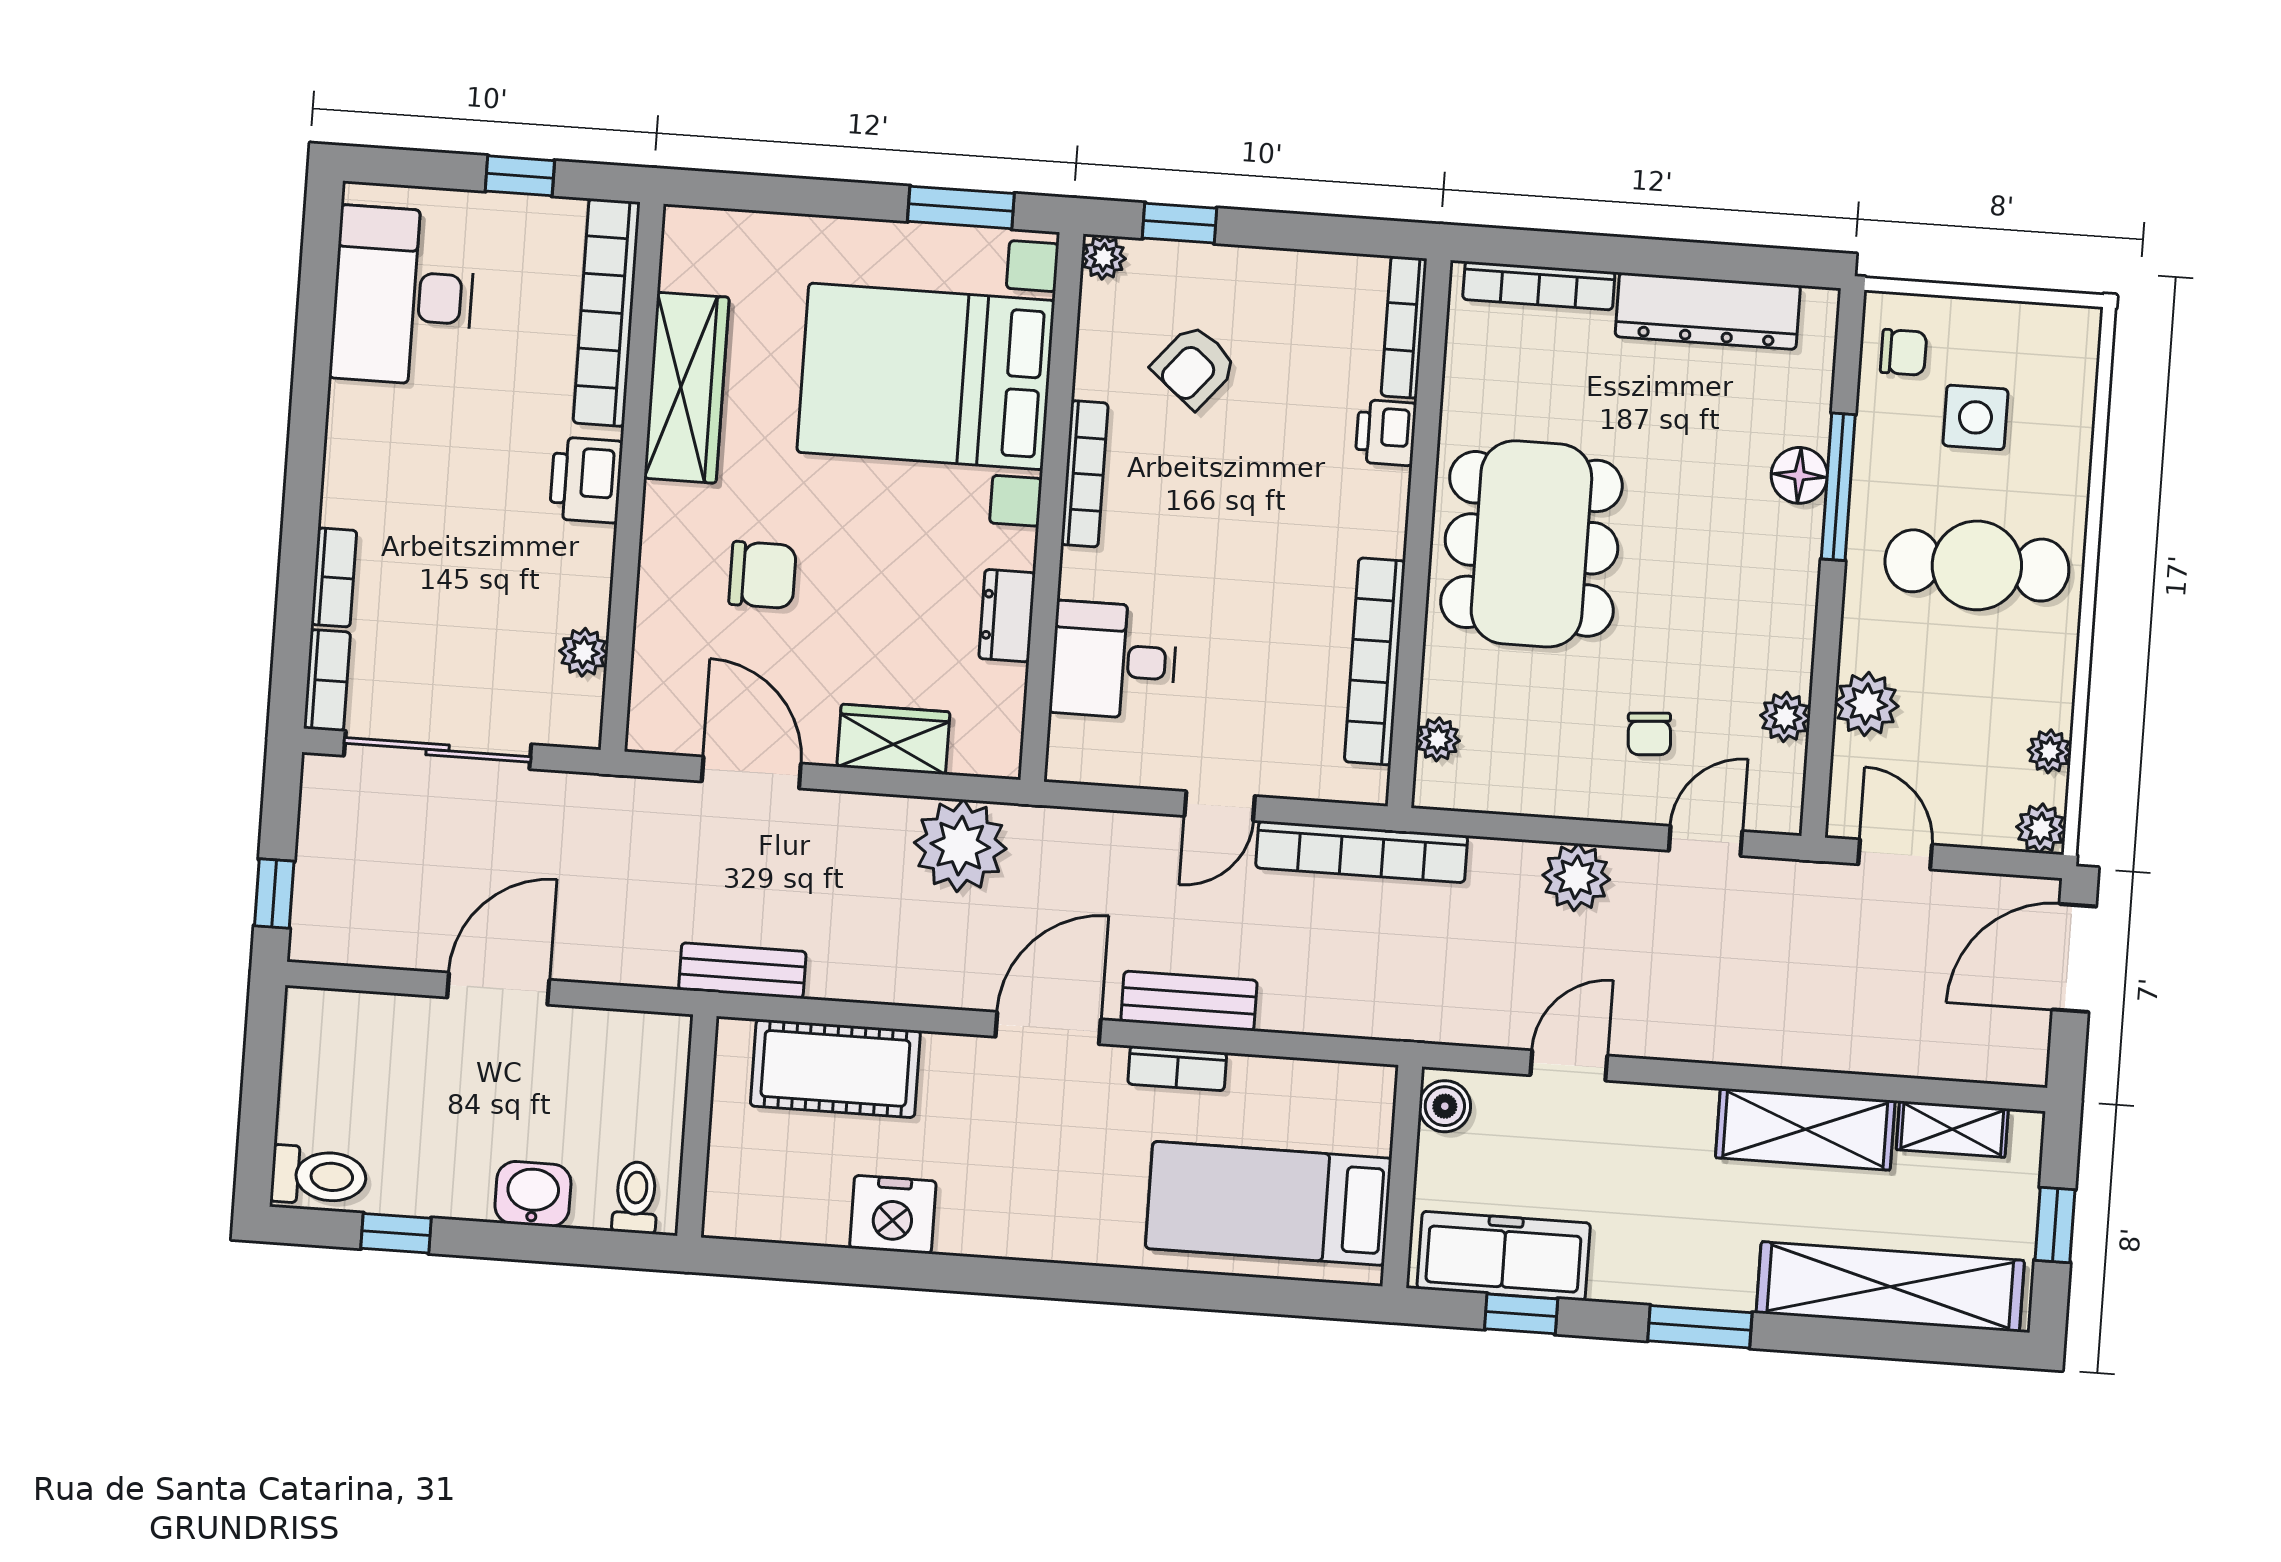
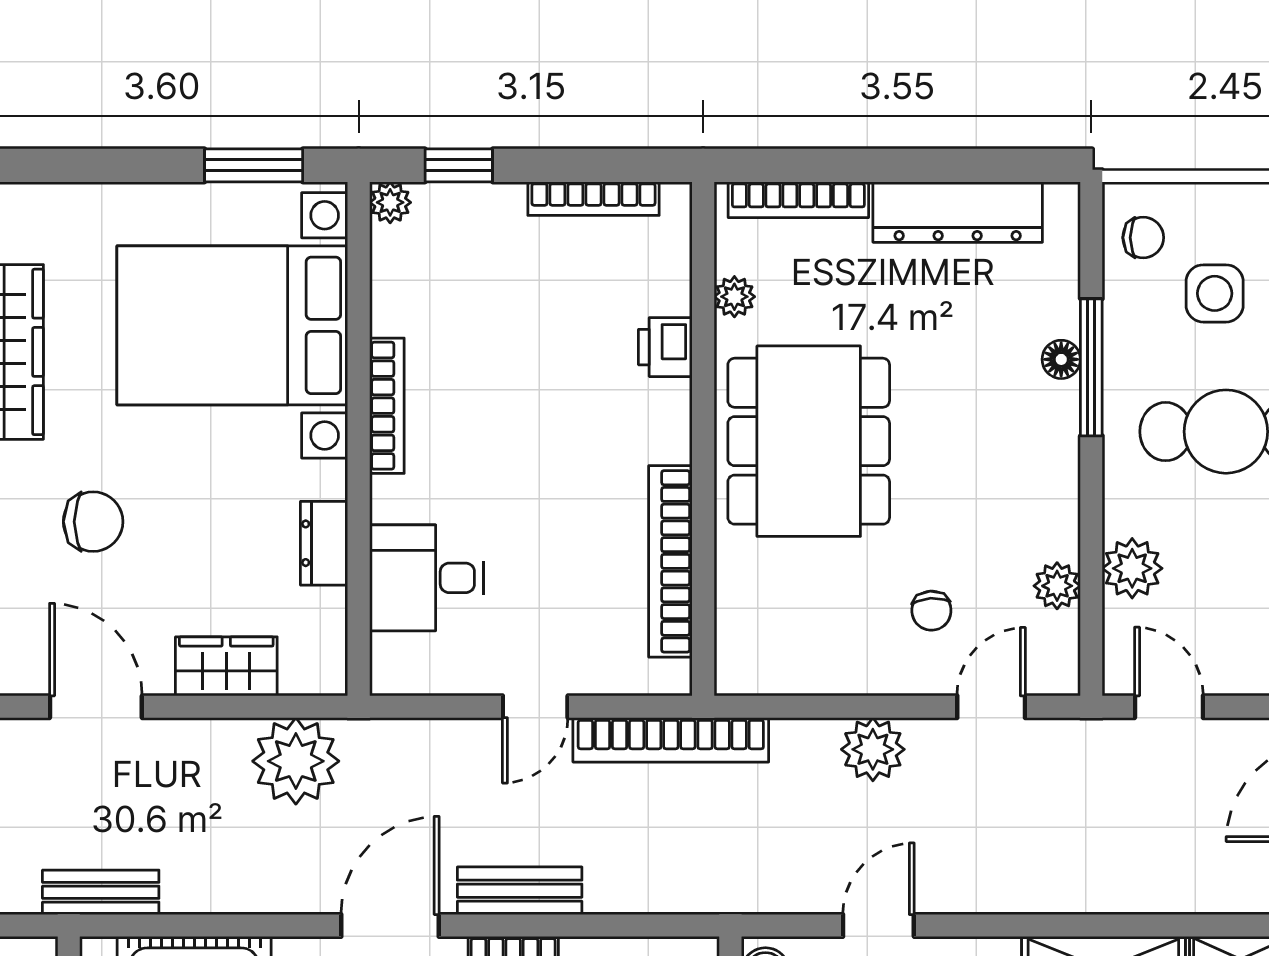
bookcase: (1404, 327) -> (593, 199), moved, turned -90
armchair: (1194, 366) -> (482, 298), removed
floor lamp: (1799, 475) -> (1061, 359), width x0.73, depth x0.73
plant: (1438, 739) -> (734, 297), moved

